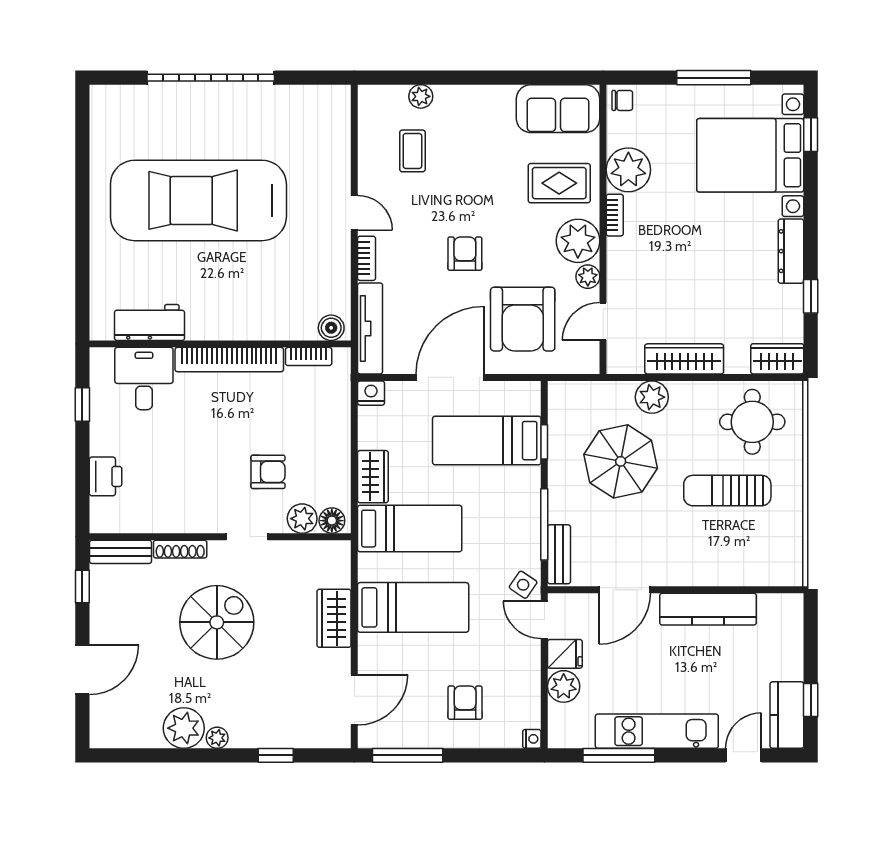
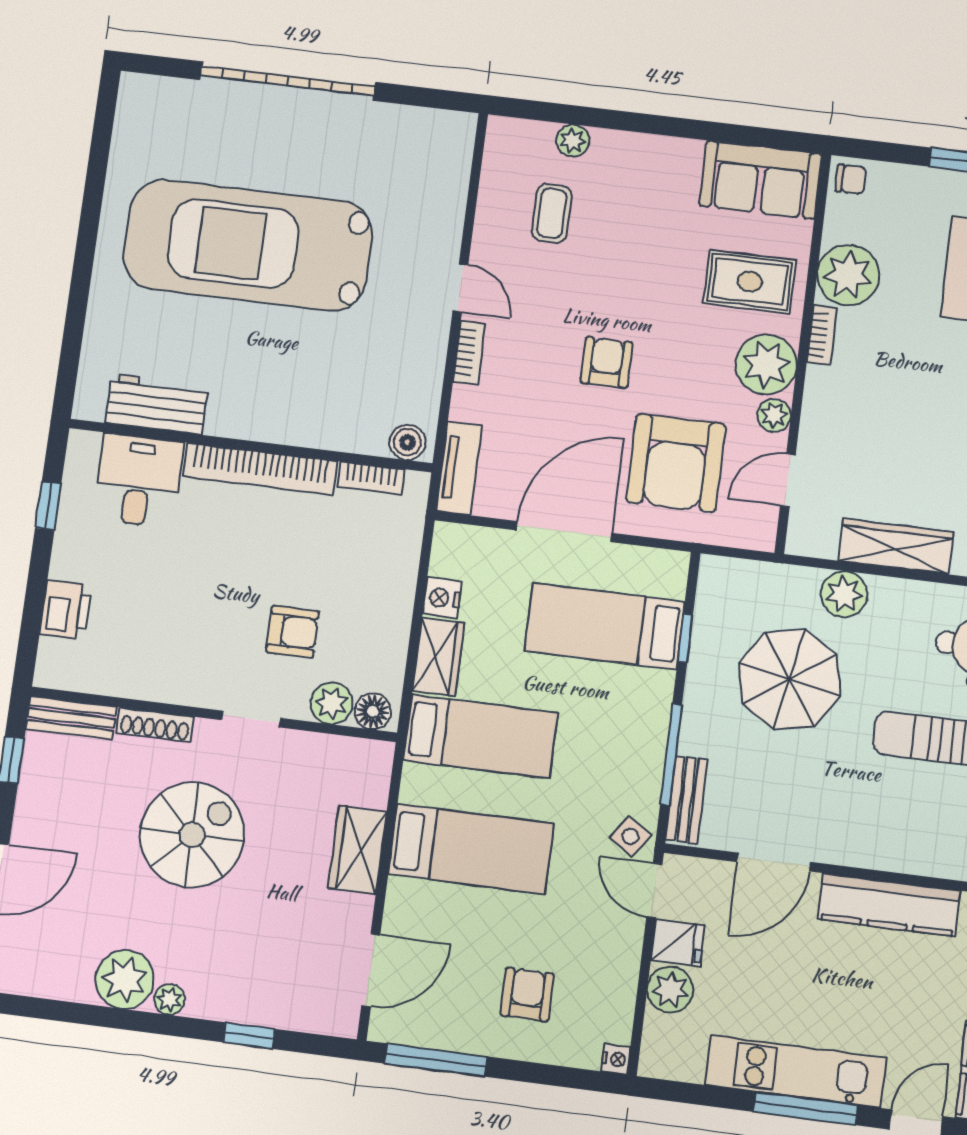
tv unit: (370, 328) -> (459, 468), width x0.71
nightstand: (371, 393) -> (442, 598), moved, turned -90
window: (619, 755) -> (805, 1108), moved

